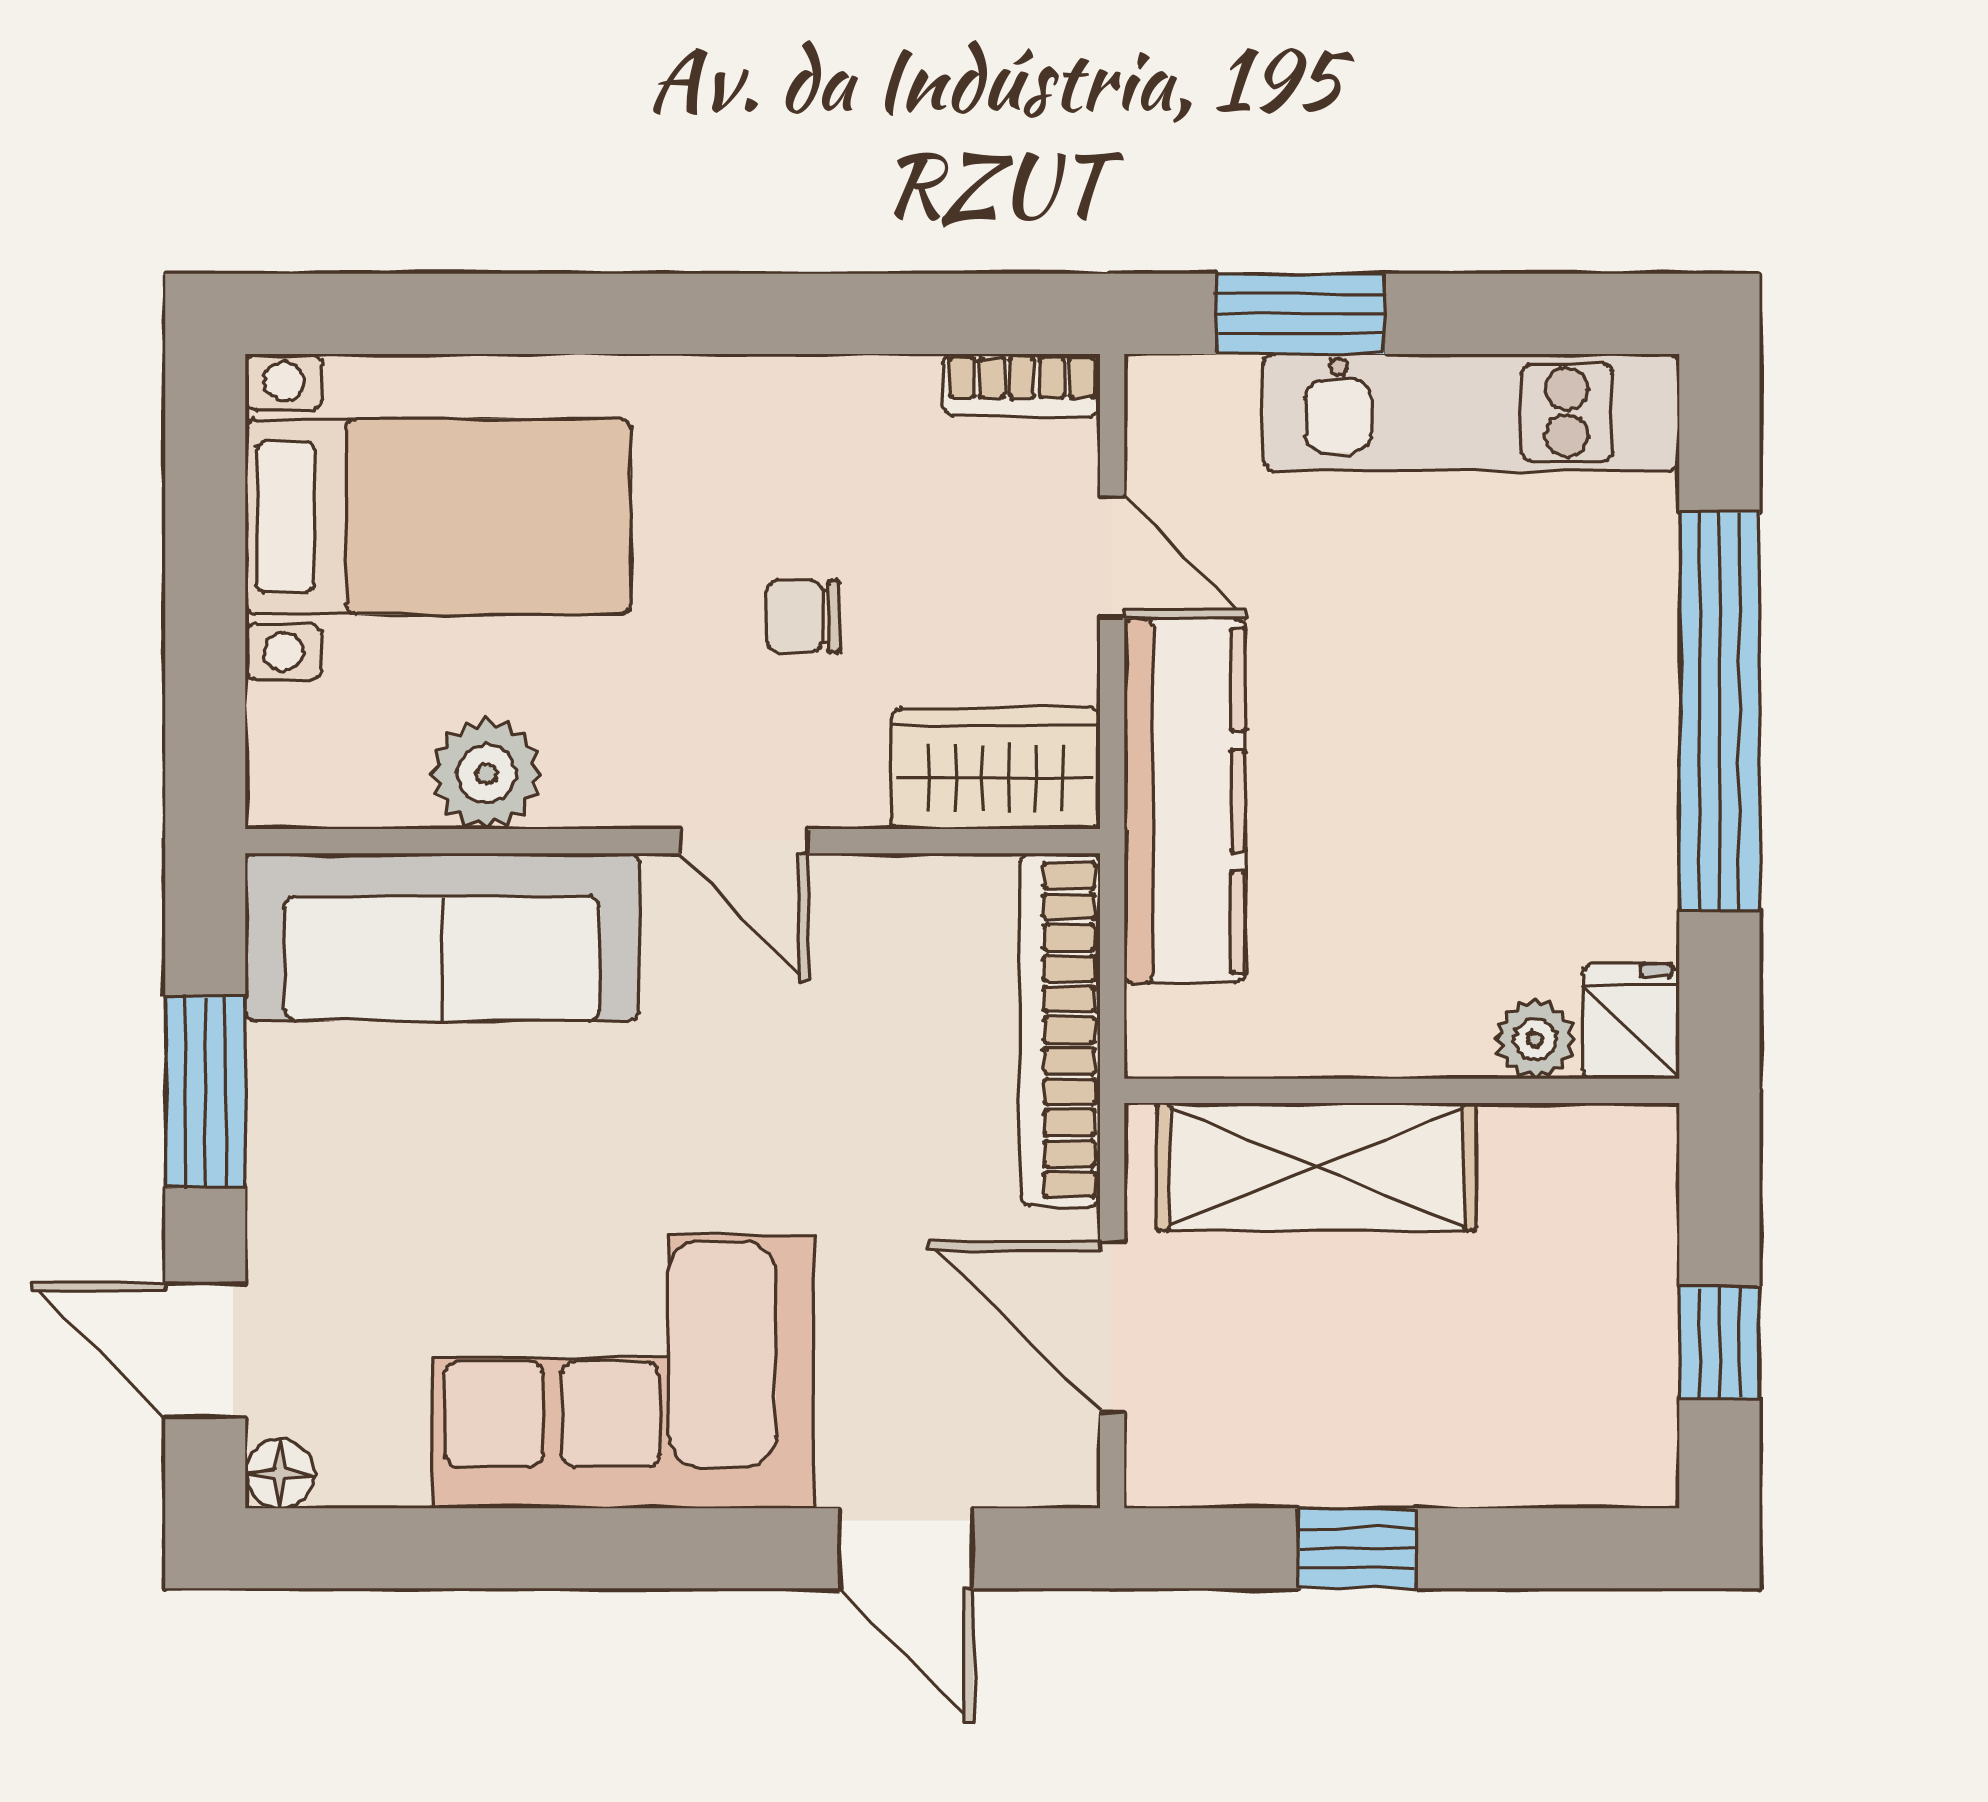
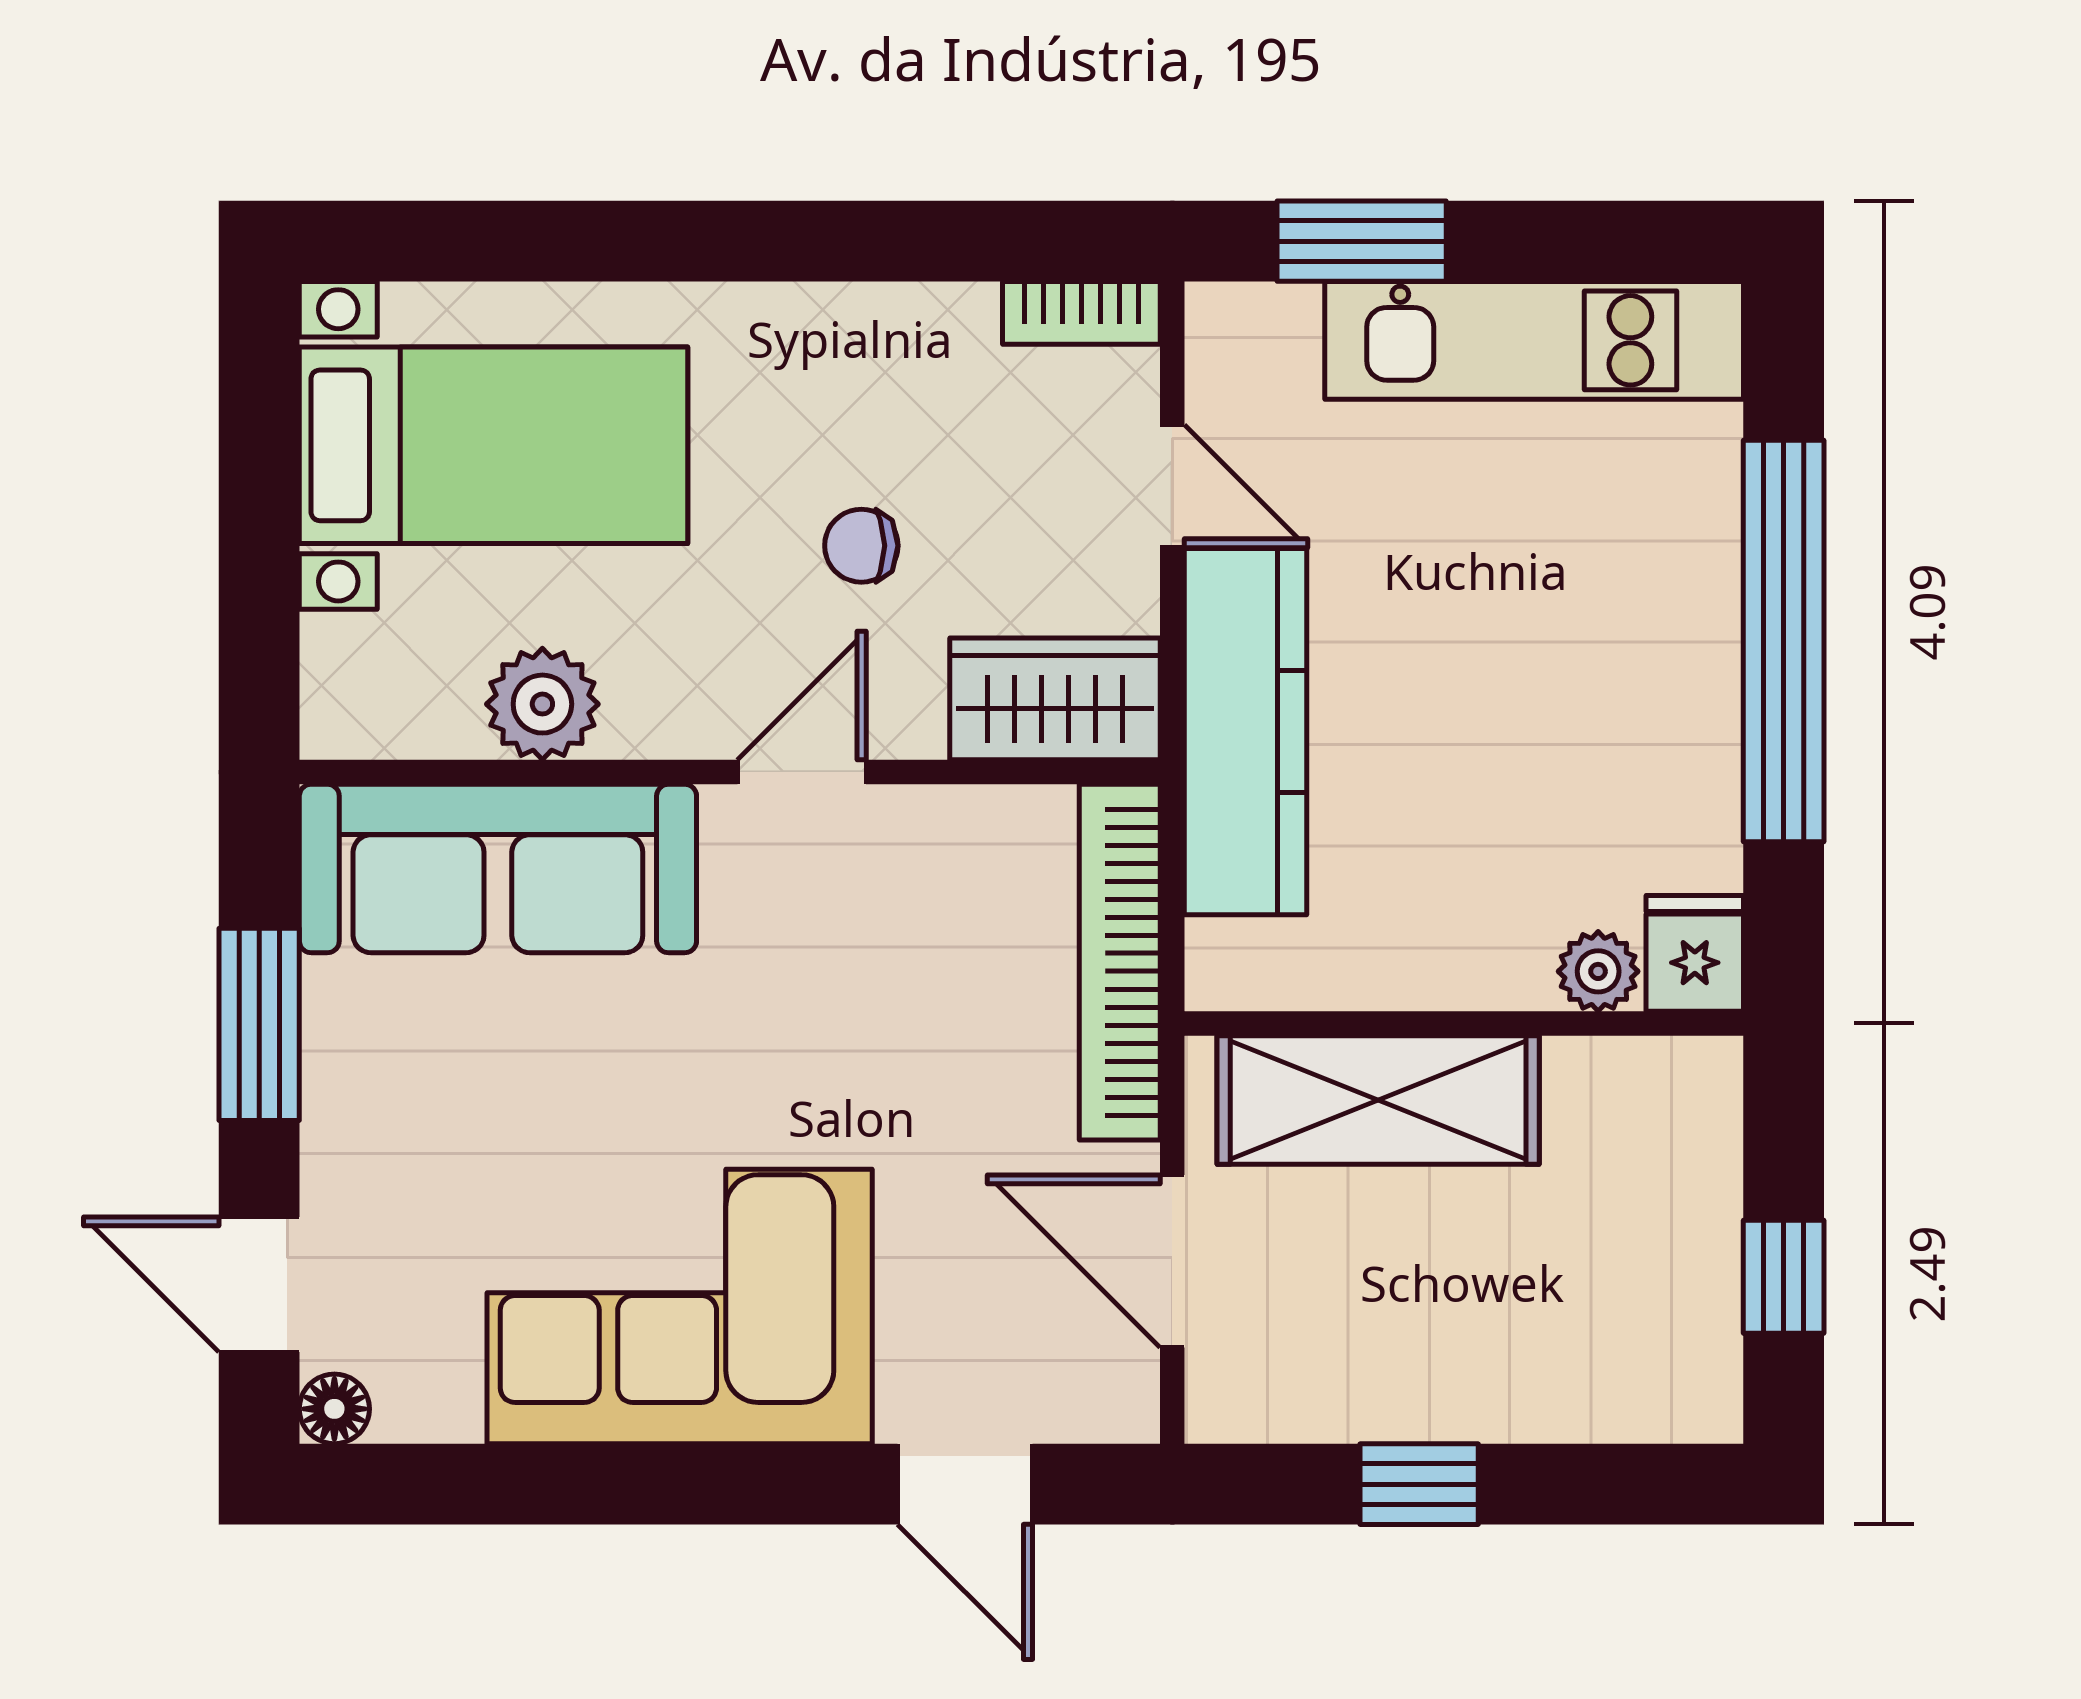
door: (744, 841) -> (802, 772), swing flipped

